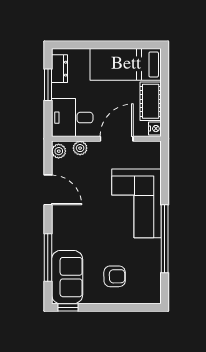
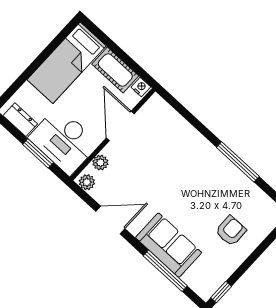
window: (48, 85) -> (38, 153), moved
desk: (72, 118) -> (64, 141), width x1.37
corner sofa: (136, 203) -> (188, 158), removed
window: (165, 239) -> (238, 162), width x0.68
sofa: (67, 277) -> (169, 245), moved

